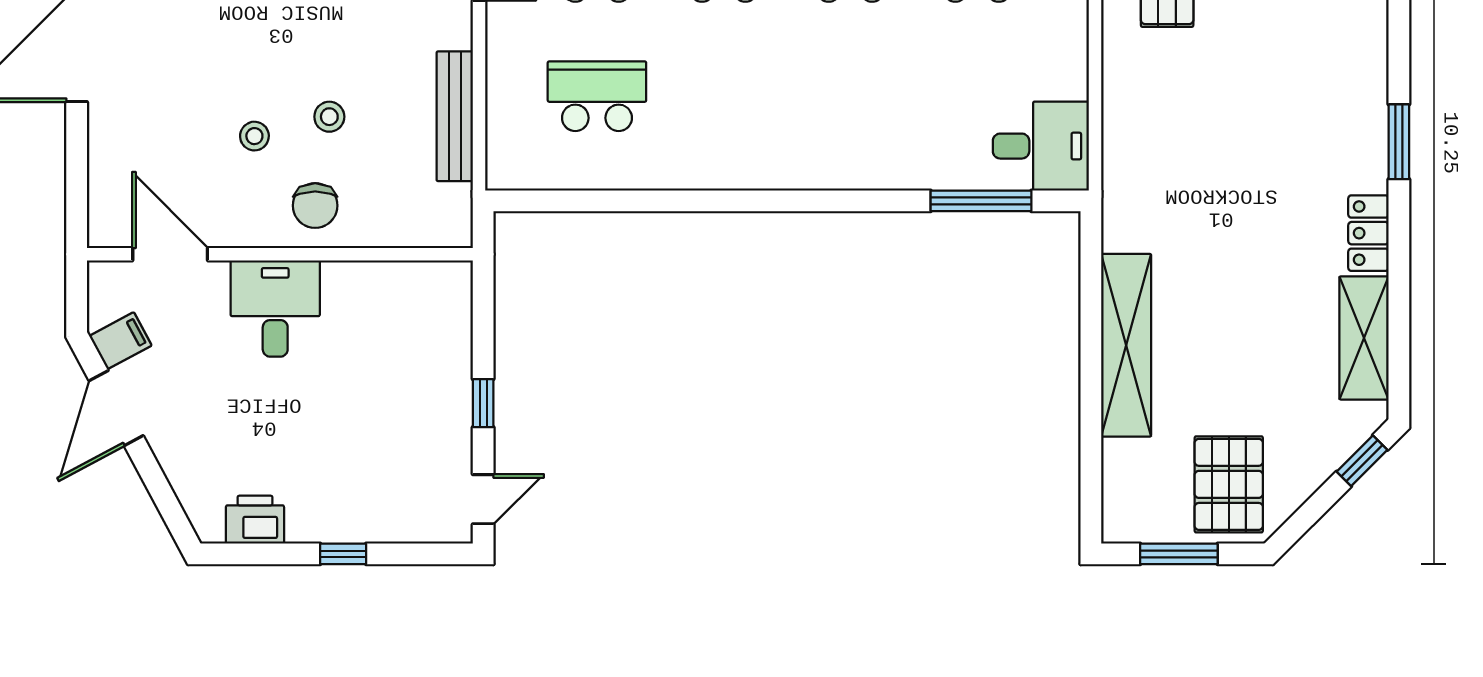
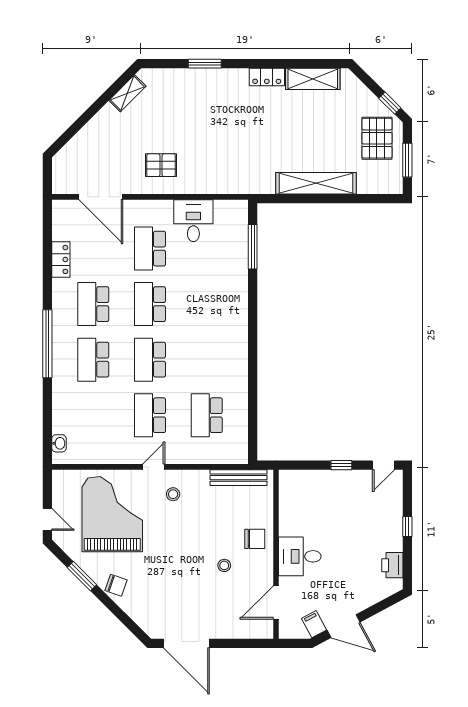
bench: (455, 116) -> (239, 478), moved
stool: (329, 117) -> (173, 494), moved
window: (1399, 142) -> (205, 64), moved
desk: (1041, 146) -> (193, 221), moved
window: (1362, 461) -> (390, 103), moved
pallet: (1229, 484) -> (377, 138), turned 90
door: (483, 499) -> (383, 465), swing flipped

